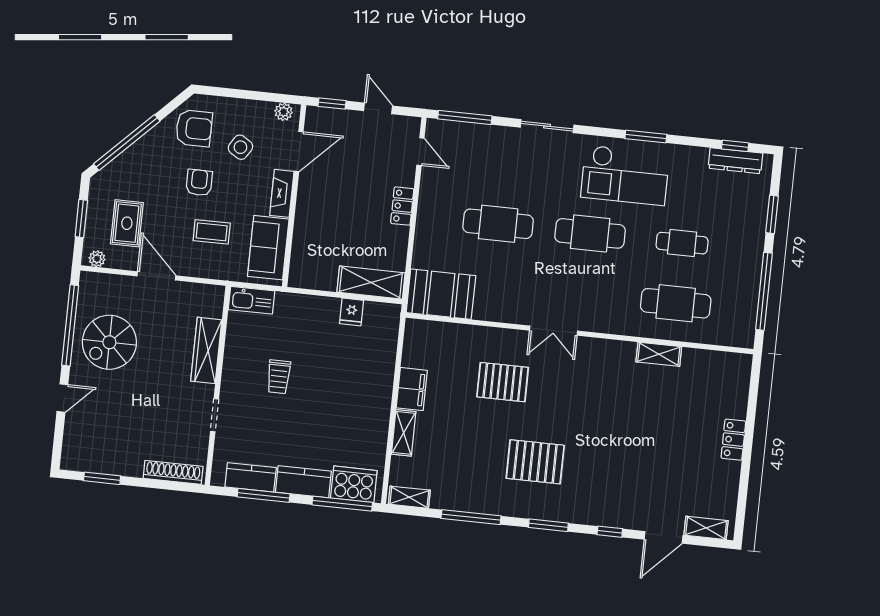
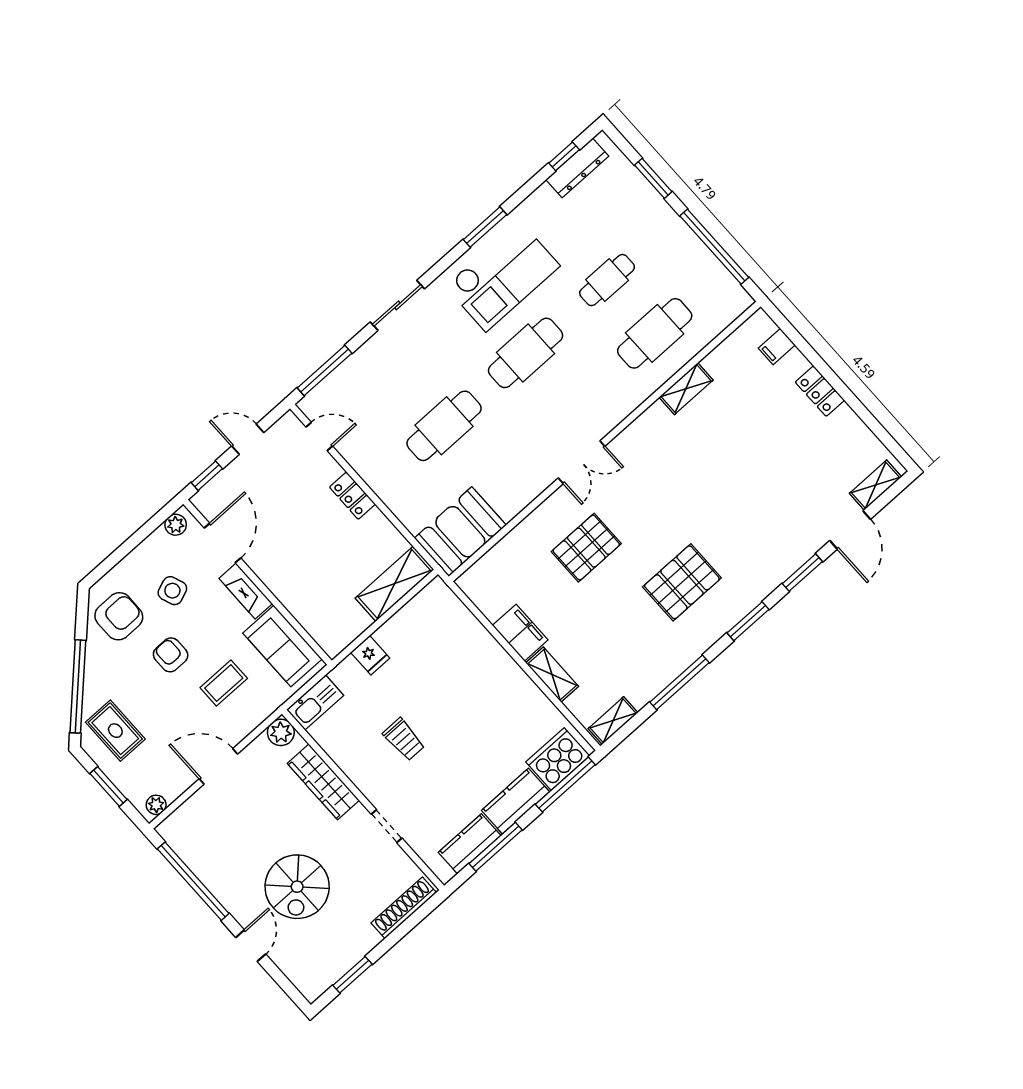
side table: (240, 147) -> (172, 591), turned 37
rug: (127, 223) -> (115, 731), moved
plant: (213, 296) -> (281, 732), added
fridge: (352, 312) -> (370, 655), moved
spiral stairs: (109, 342) -> (297, 887), moved
filing cabinet: (737, 387) -> (777, 347), added
window: (610, 532) -> (802, 573), width x1.50

